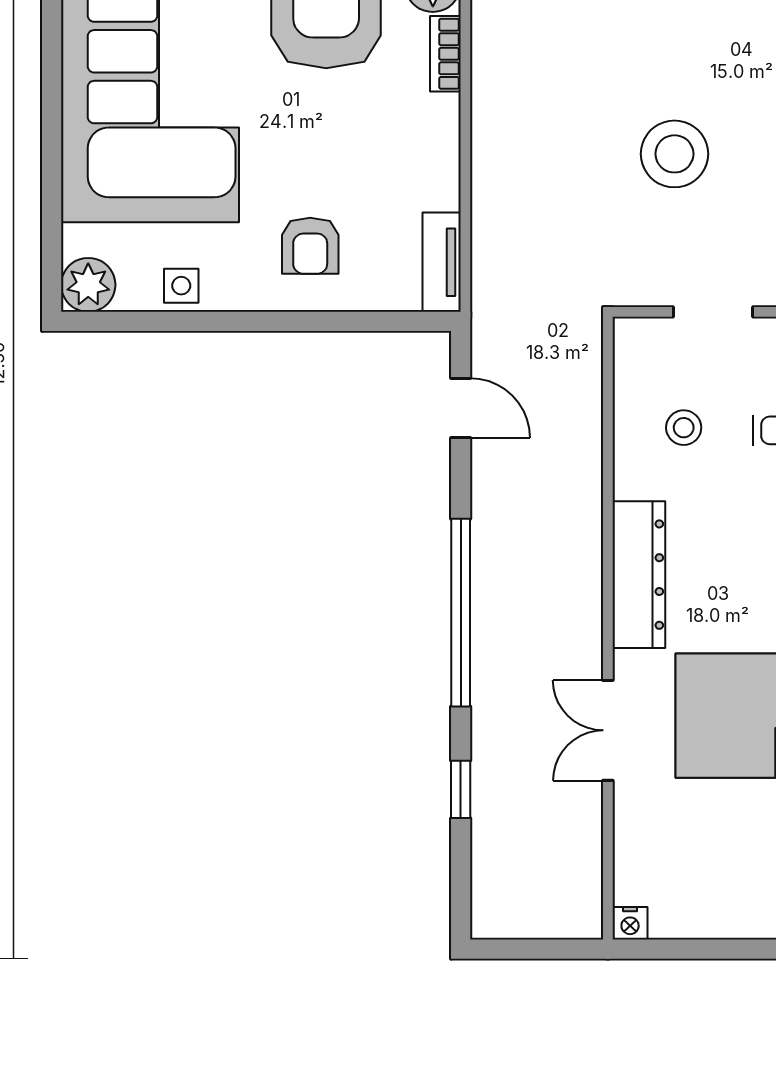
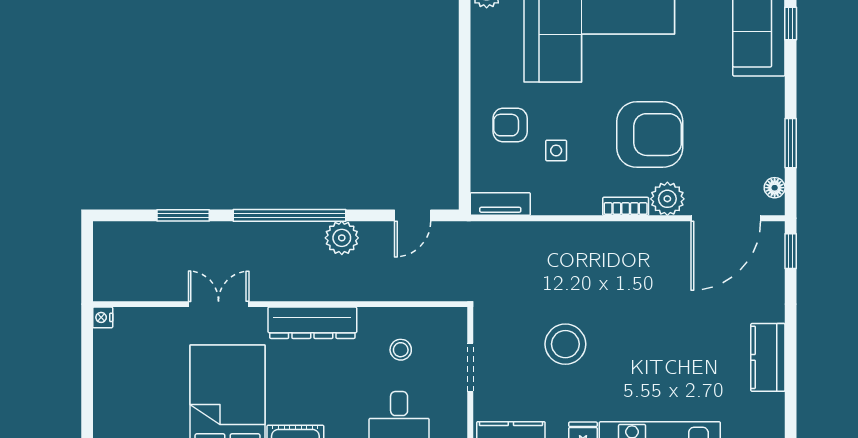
side table: (181, 286) -> (556, 150), moved
plant: (498, 526) -> (342, 238), added
window: (461, 789) -> (183, 215), width x1.50

